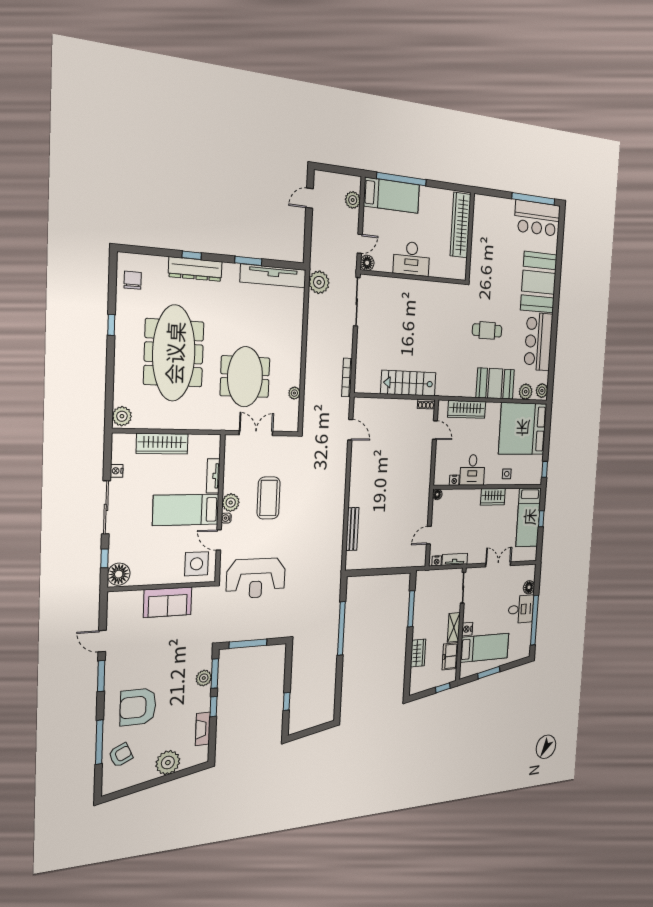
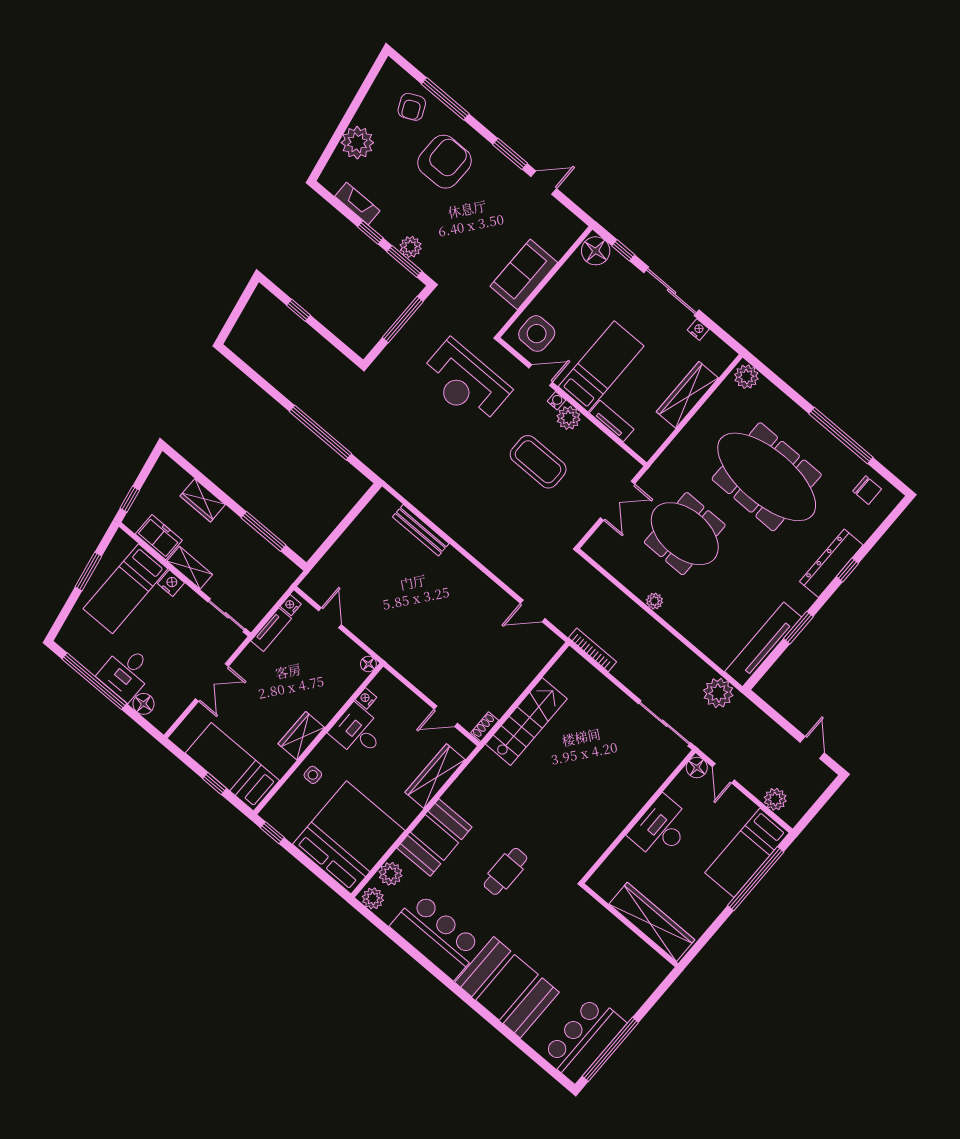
window: (111, 325) -> (841, 435), width x3.17
plant: (294, 393) -> (654, 601), moved
reception desk: (256, 578) -> (465, 382), turned -90

